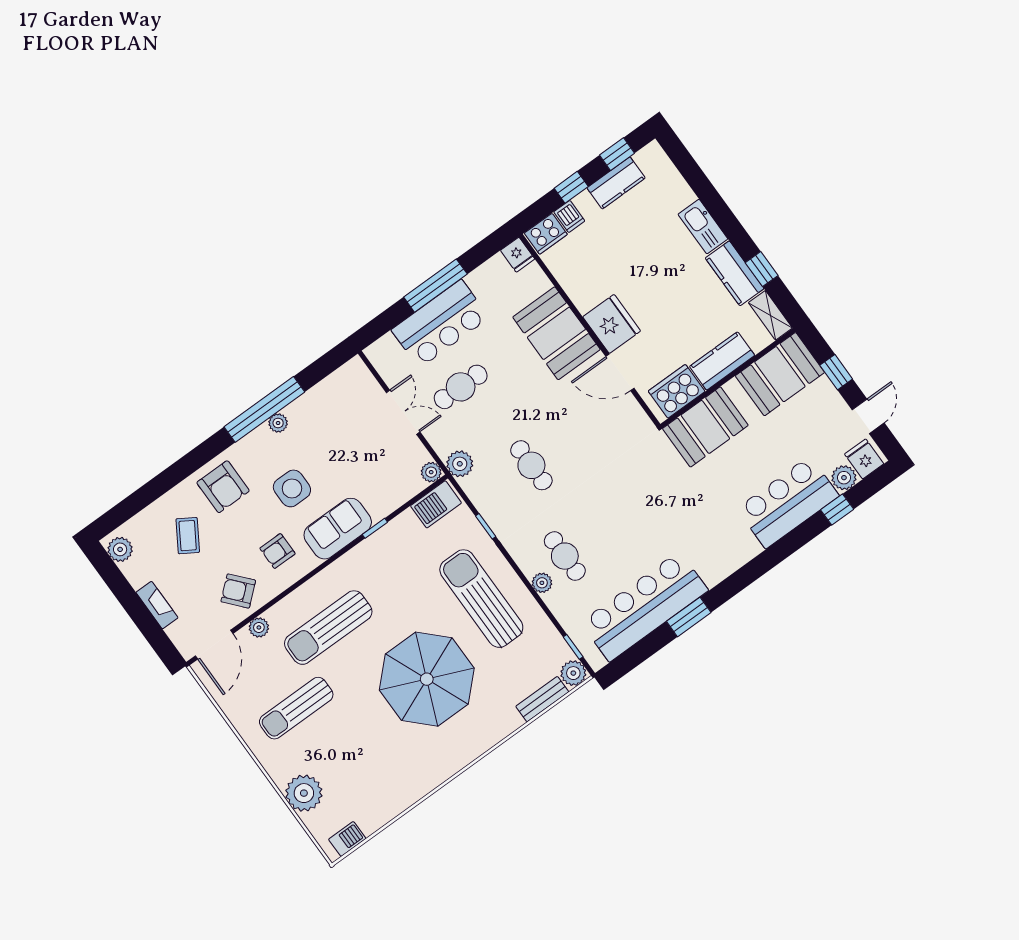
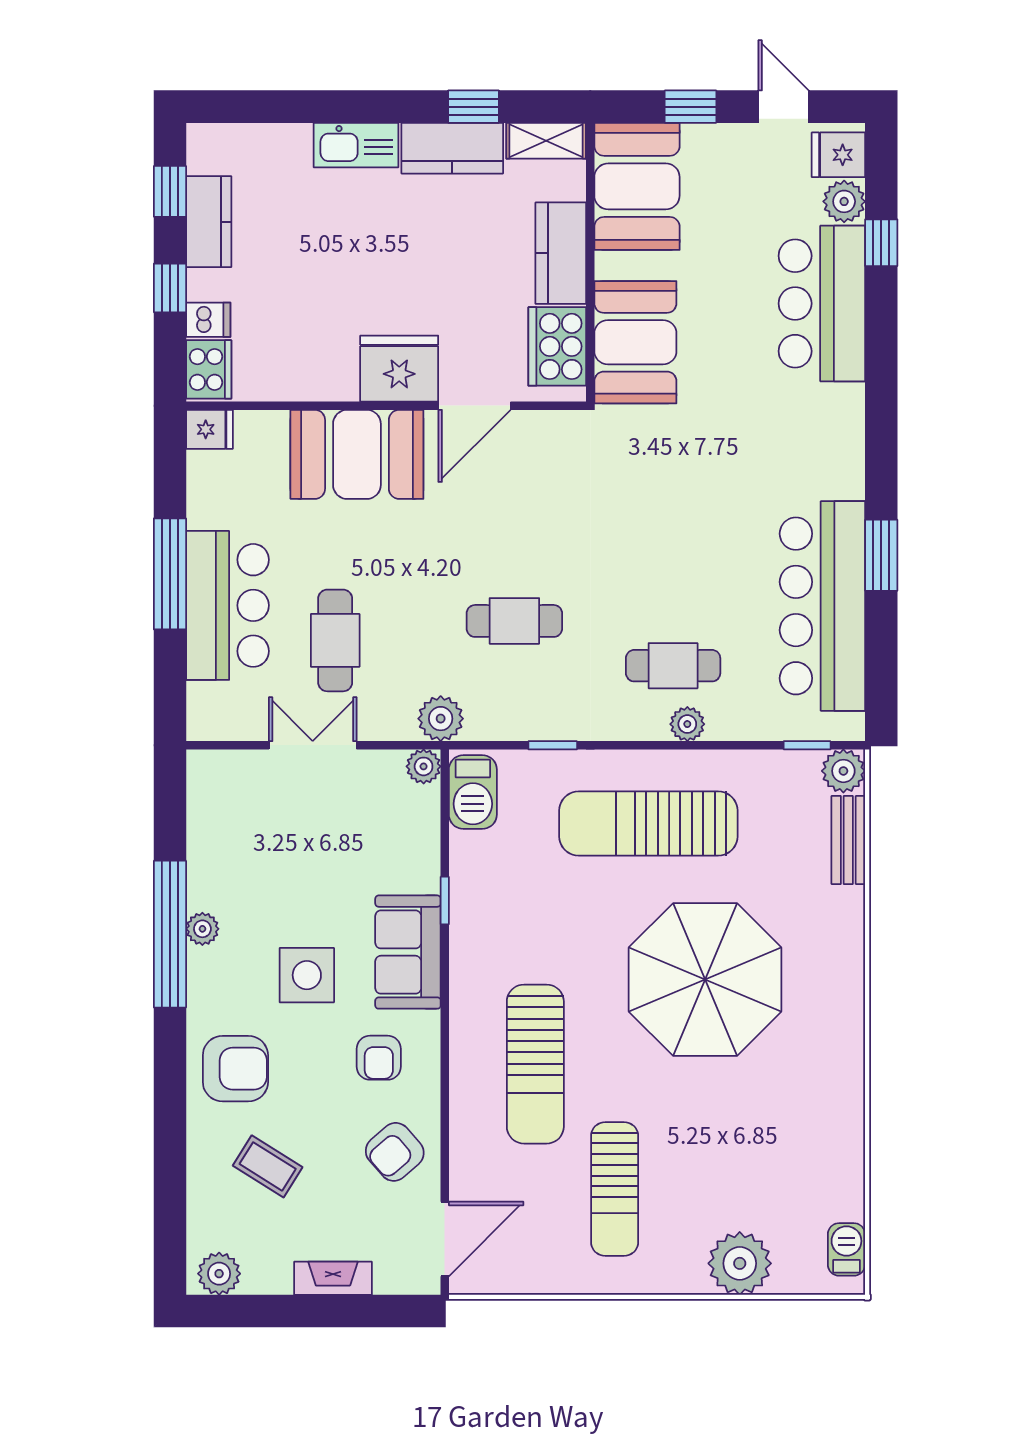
plant: (259, 627) -> (466, 1160), removed
door: (214, 645) -> (445, 1239), hinge flipped

